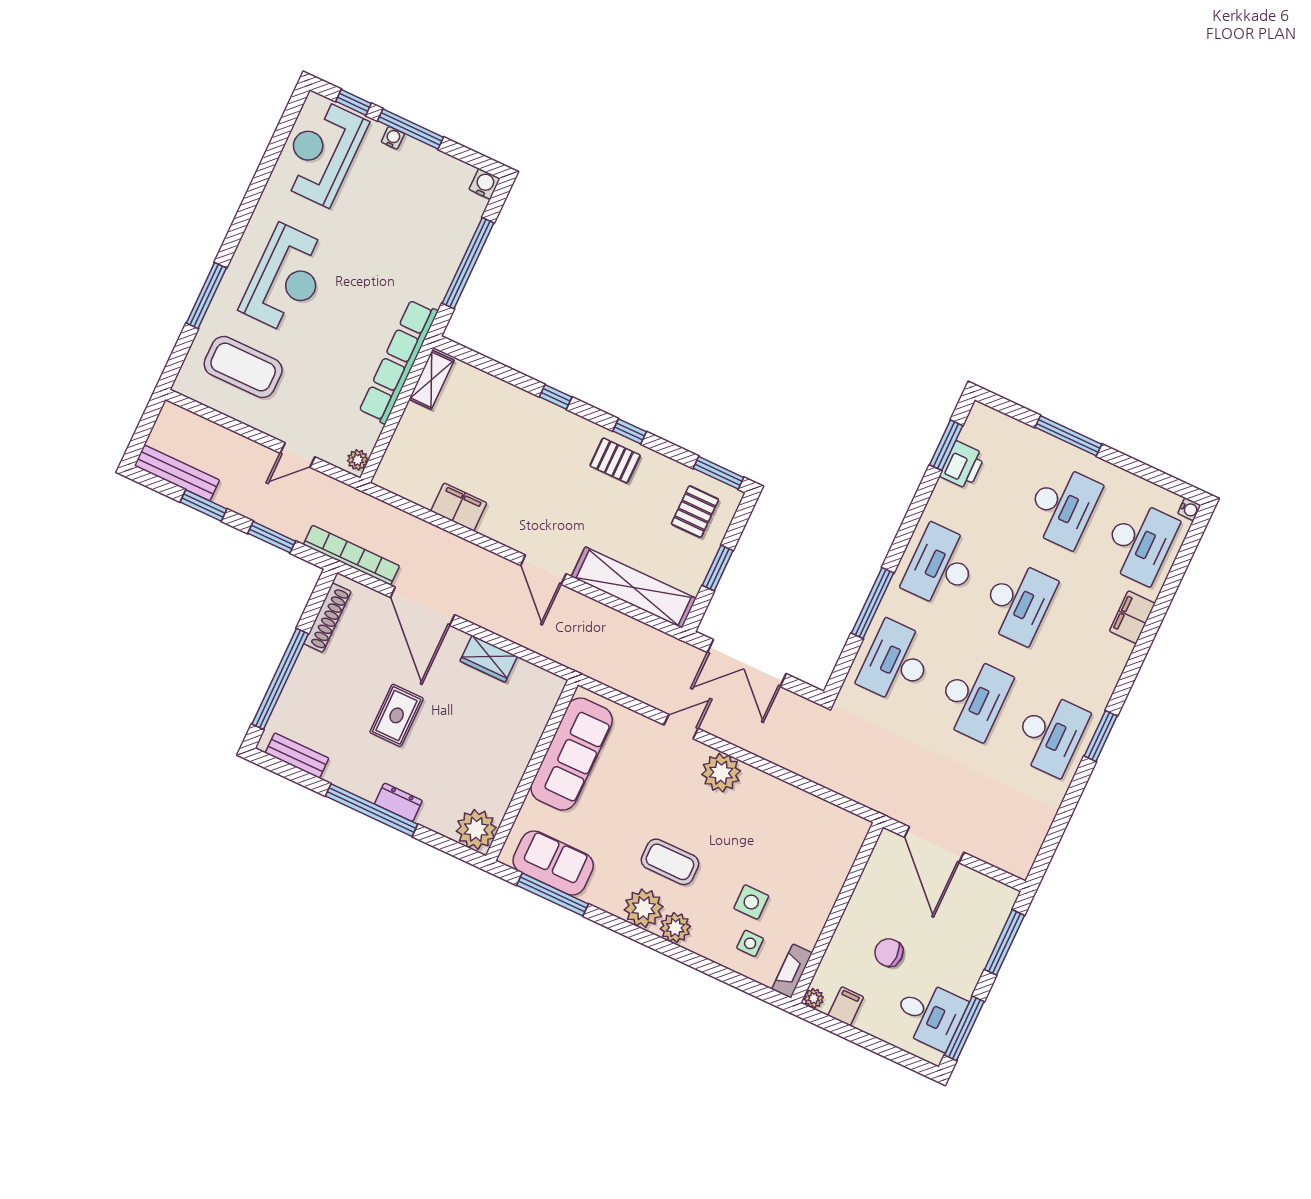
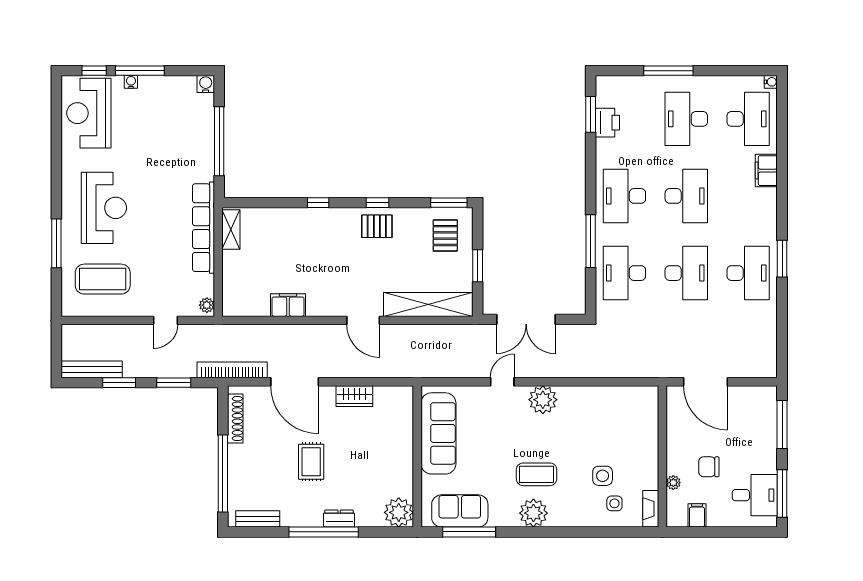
desk: (1063, 506) -> (686, 119), turned 180
plant: (675, 928) -> (560, 516), removed
plant: (814, 998) -> (673, 483), moved

